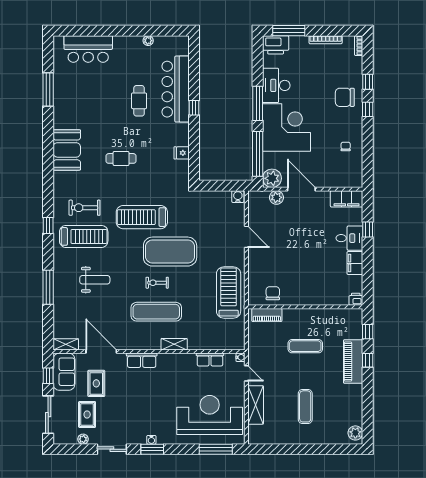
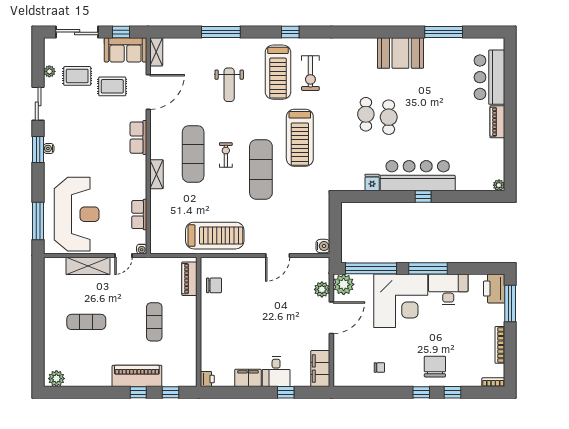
plant: (148, 41) -> (499, 185), moved
piano: (128, 42) -> (497, 122), added
bar counter: (176, 89) -> (418, 176), moved
cafe table: (139, 101) -> (389, 117), moved, turned 90
booth: (67, 150) -> (400, 53), moved
exercise bike: (85, 208) -> (310, 73), turned 180
treadmill: (142, 217) -> (300, 138), turned 180
exercise mat: (170, 252) -> (261, 170), width x0.68

